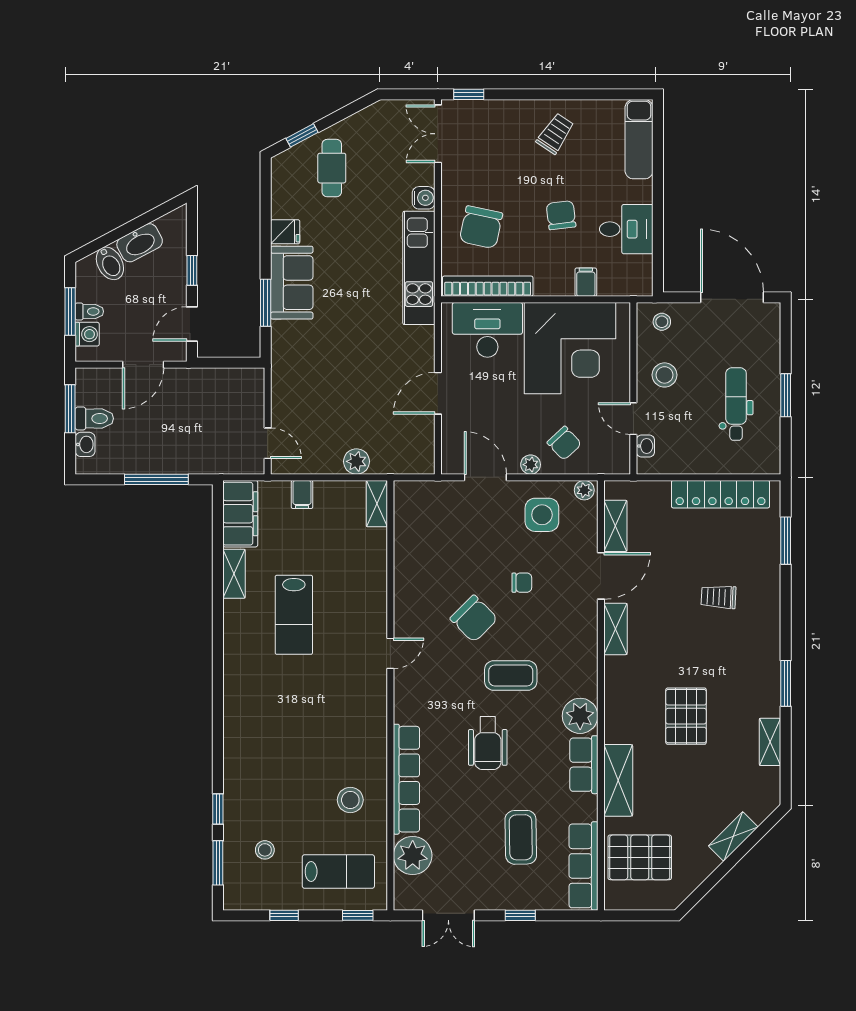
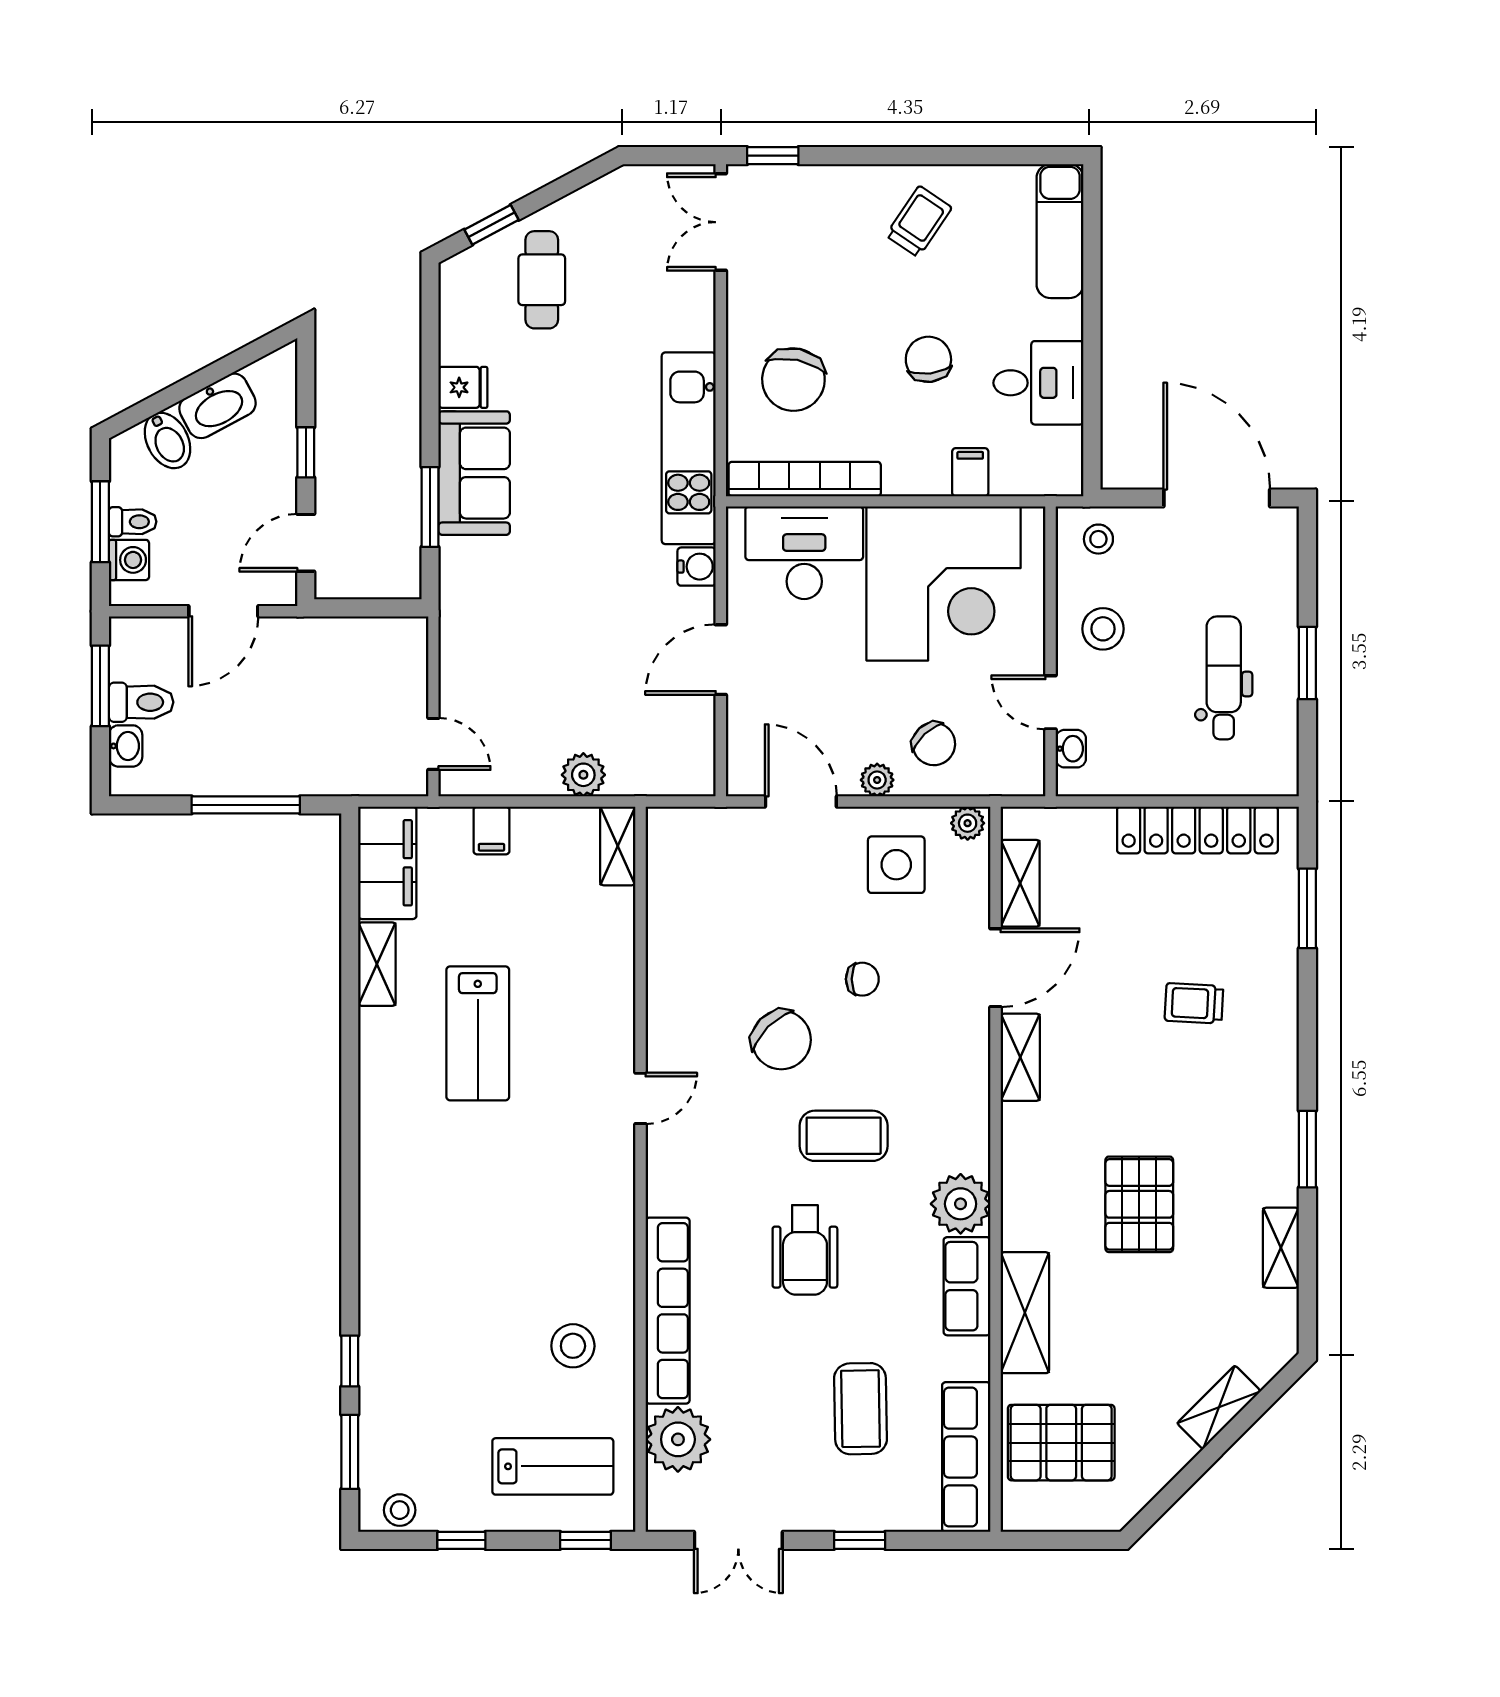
water cooler: (424, 198) -> (697, 567), moved
stool: (265, 850) -> (400, 1510), moved

